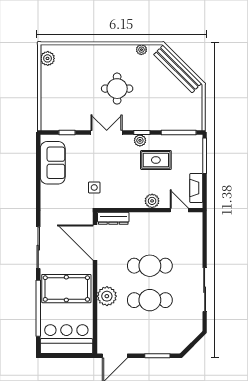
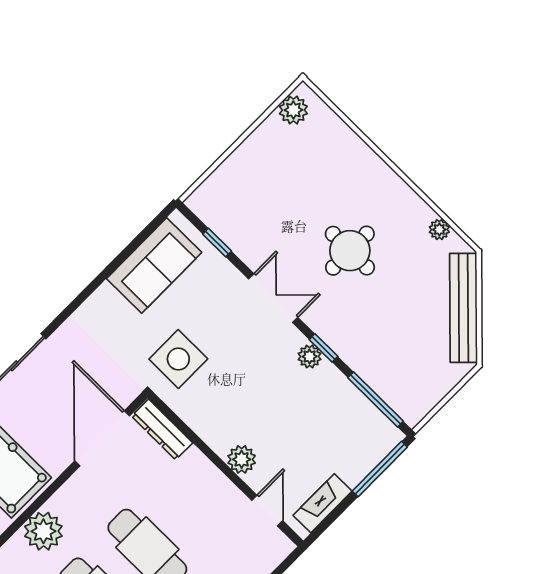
rug: (156, 160) -> (305, 407), removed
side table: (94, 187) -> (178, 359), width x1.87, depth x1.87

